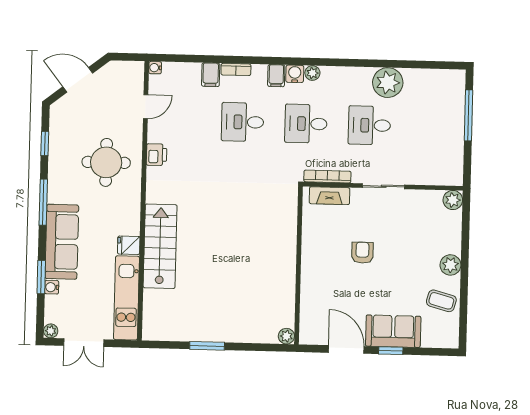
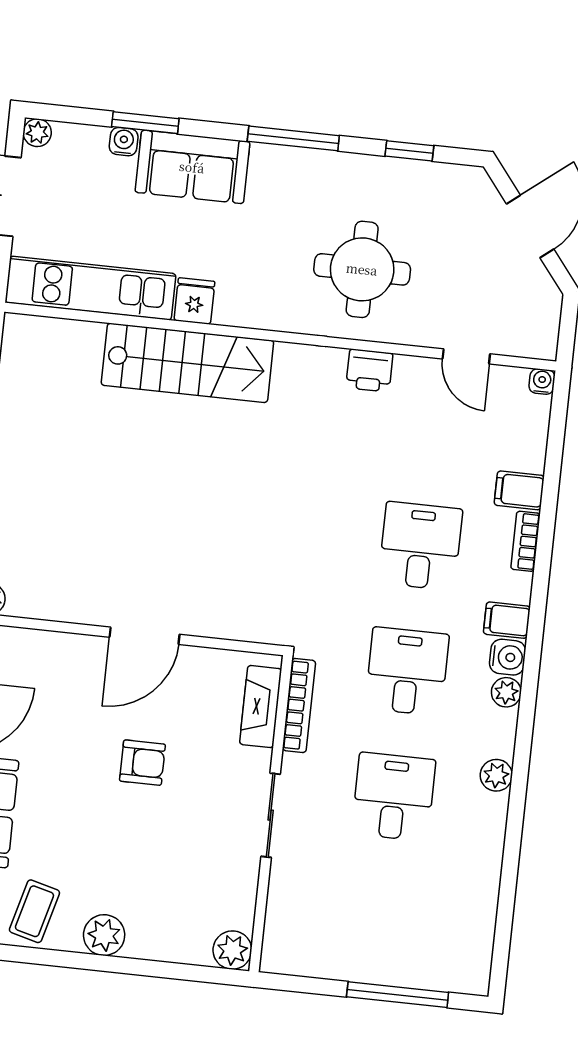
plant: (388, 83) -> (496, 775), moved, width x0.53, depth x0.53
sofa: (62, 242) -> (192, 167), width x0.73
door: (299, 257) -> (145, 636), added

